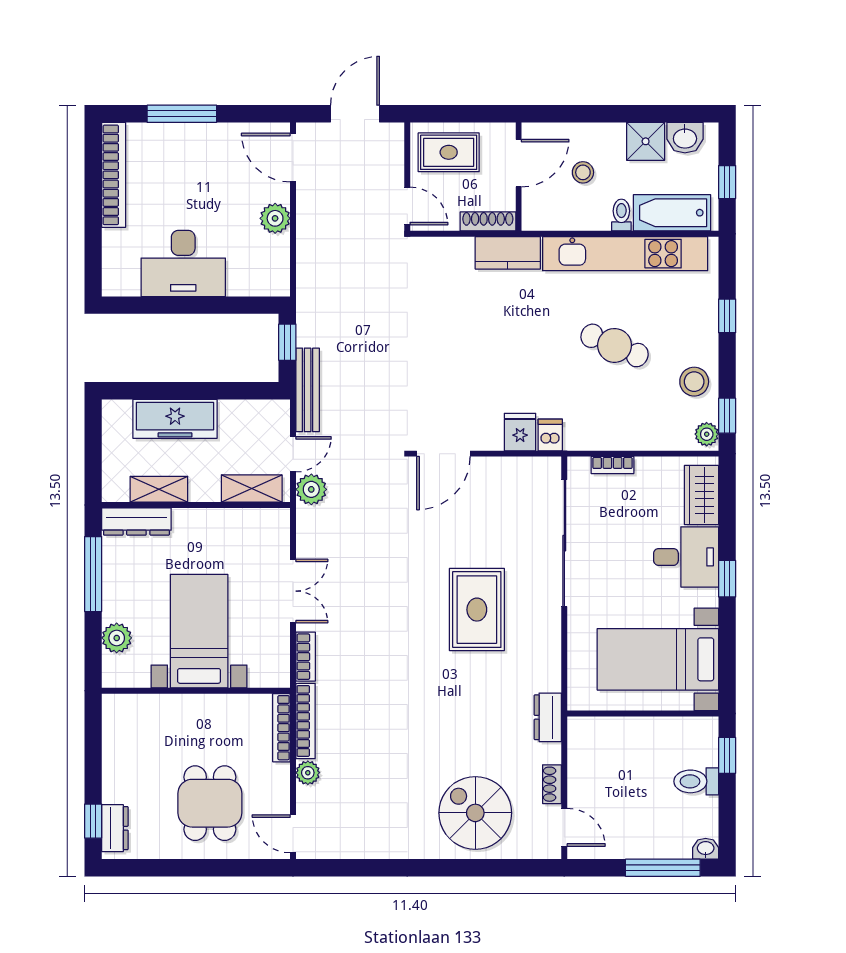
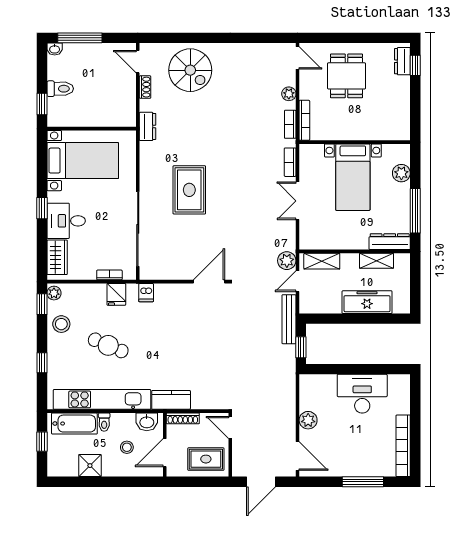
washbasin: (685, 138) -> (147, 422), moved, turned 180
fridge: (520, 432) -> (116, 294), moved
bookcase: (306, 721) -> (290, 124), width x0.64

